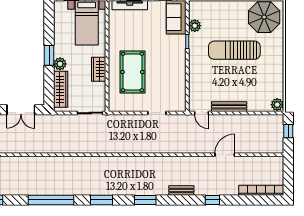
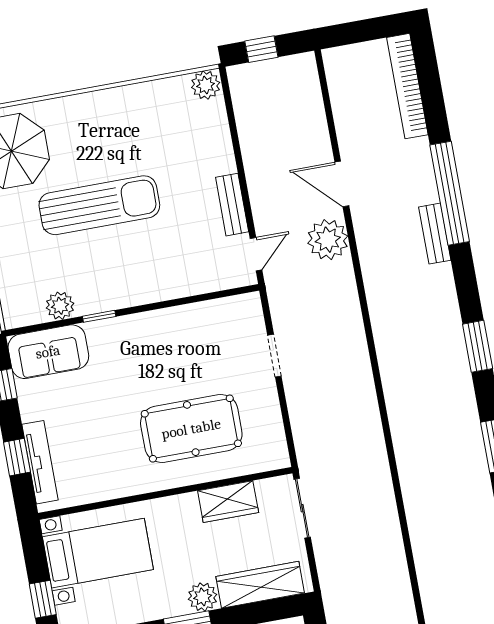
sun lounger: (234, 50) -> (99, 205), turned -90
wardrobe: (99, 69) -> (228, 502), moved
bench: (229, 107) -> (232, 205), width x0.73
plant: (202, 145) -> (328, 240), added
bench: (181, 191) -> (435, 234), moved
window: (212, 200) -> (450, 193), width x3.17

